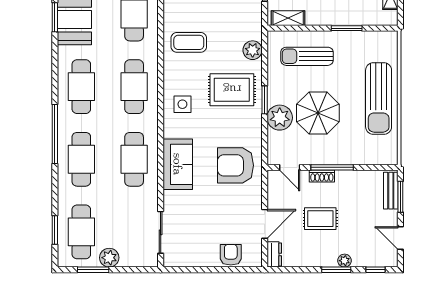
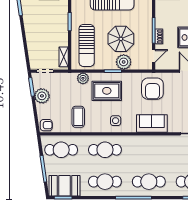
sun lounger: (307, 56) -> (87, 45), width x1.36, depth x1.34
rug: (232, 90) -> (107, 91), turned 90
cafe table: (134, 159) -> (149, 150), removed

